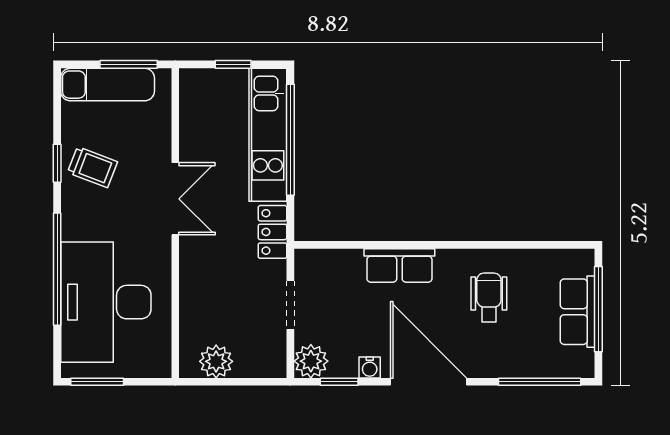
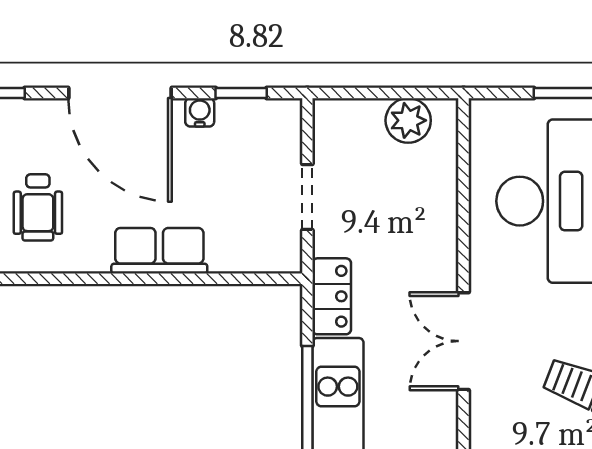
plant: (311, 361) -> (279, 121), removed

